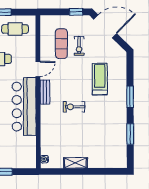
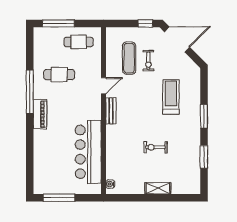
bar counter: (24, 107) -> (88, 152), moved
exercise bike: (74, 107) -> (155, 147), moved
shelving: (75, 163) -> (158, 188), moved

